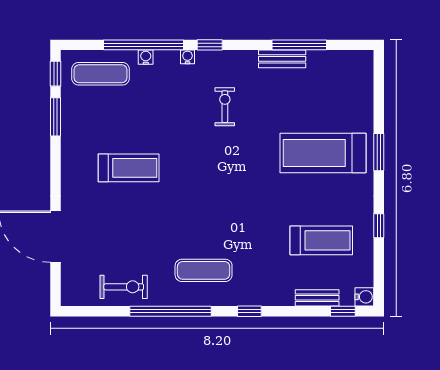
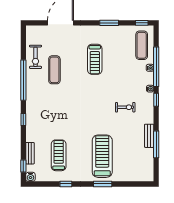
window: (55, 117) -> (109, 23), moved
treadmill: (321, 240) -> (59, 155), turned 180
exercise mat: (204, 270) -> (54, 70), moved

